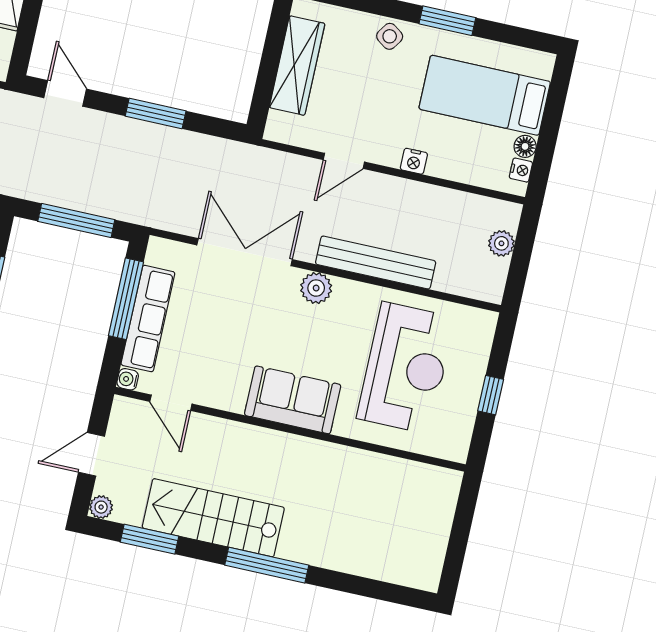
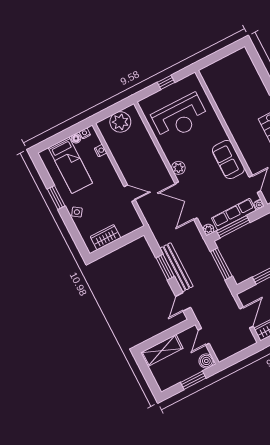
wardrobe: (297, 65) -> (105, 237), width x0.67
nightstand: (414, 161) -> (101, 151), moved
plant: (501, 243) -> (120, 122), width x1.87, depth x1.87
plant: (159, 250) -> (208, 229), added
bench: (376, 263) -> (177, 267), moved
reception desk: (406, 368) -> (180, 117), turned 180
sofa: (293, 400) -> (228, 160), moved

